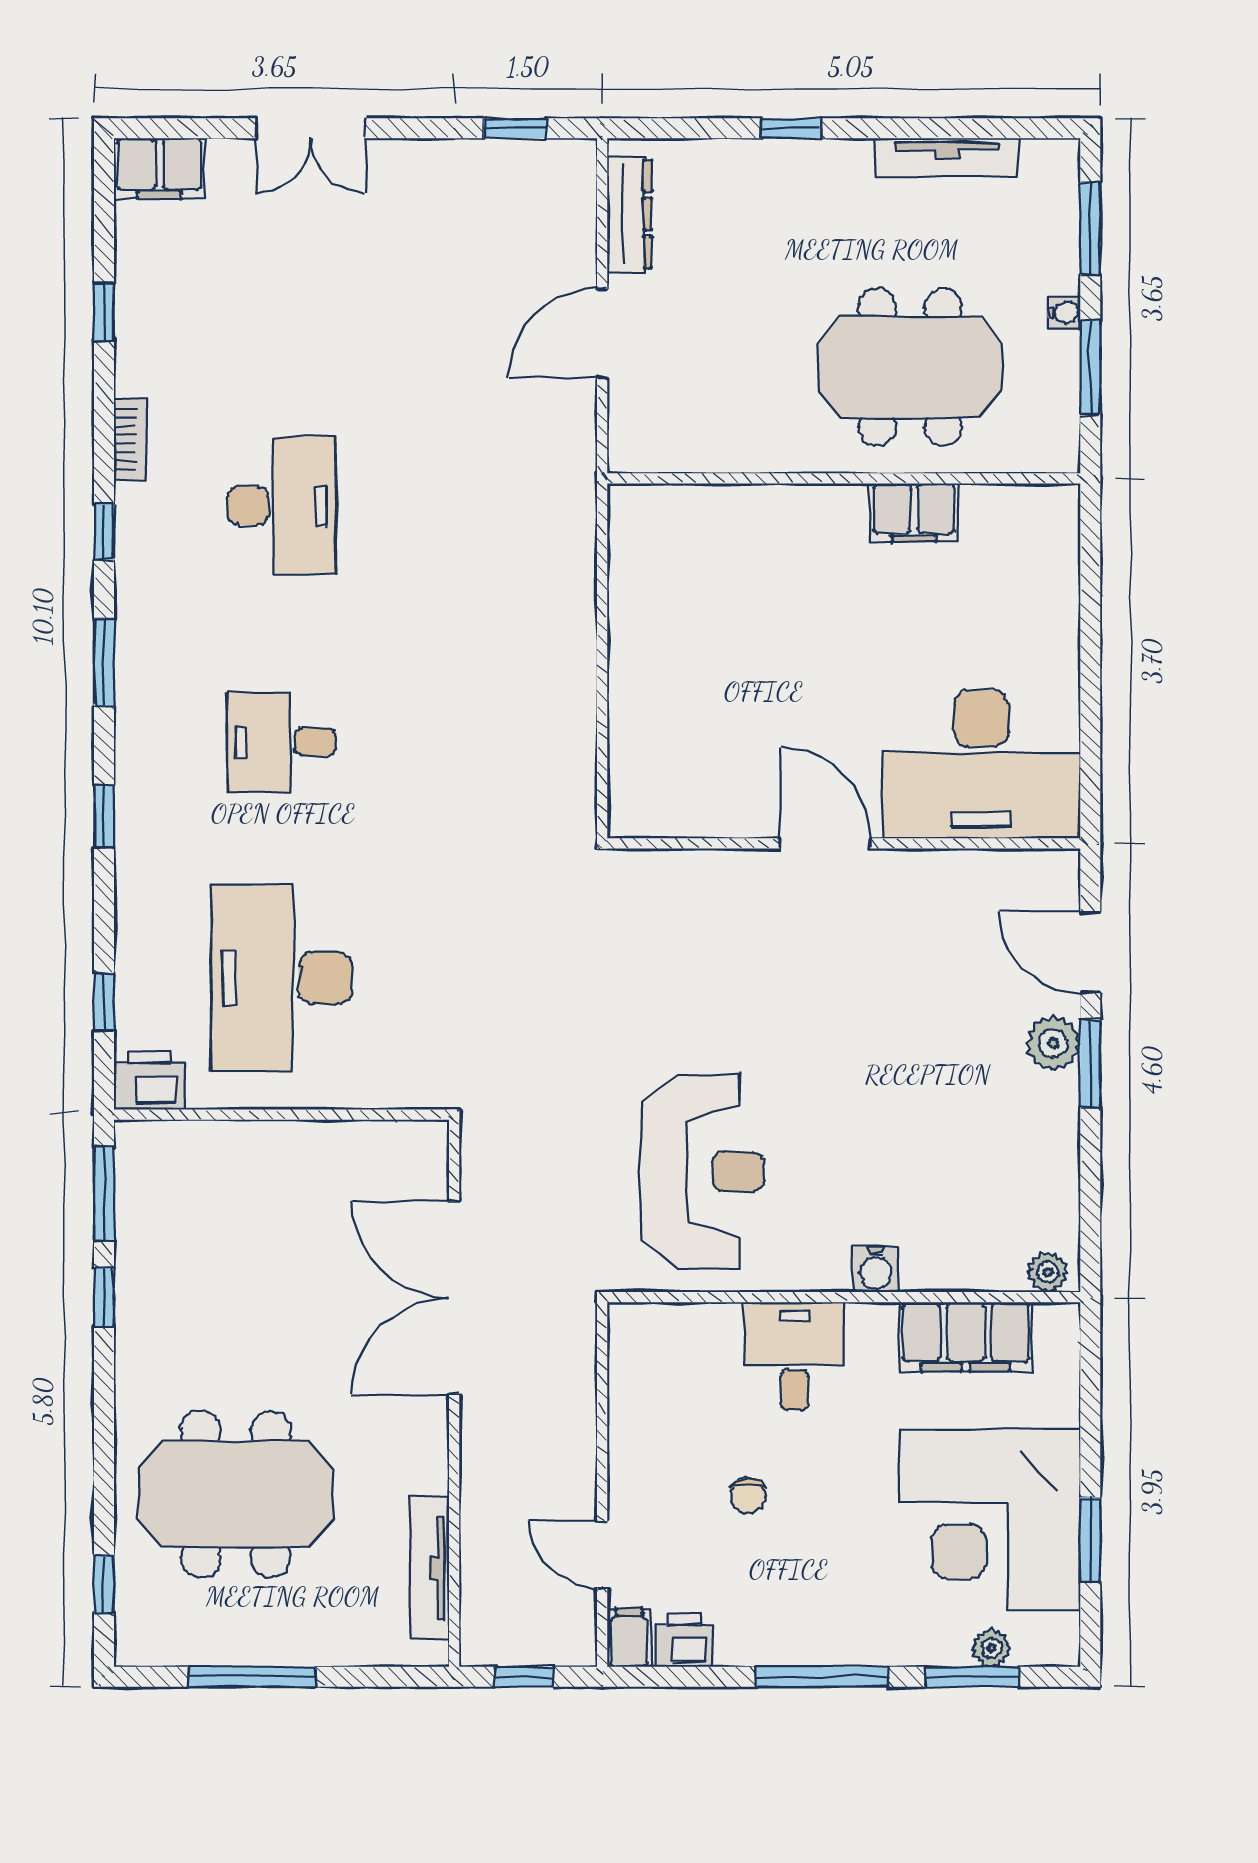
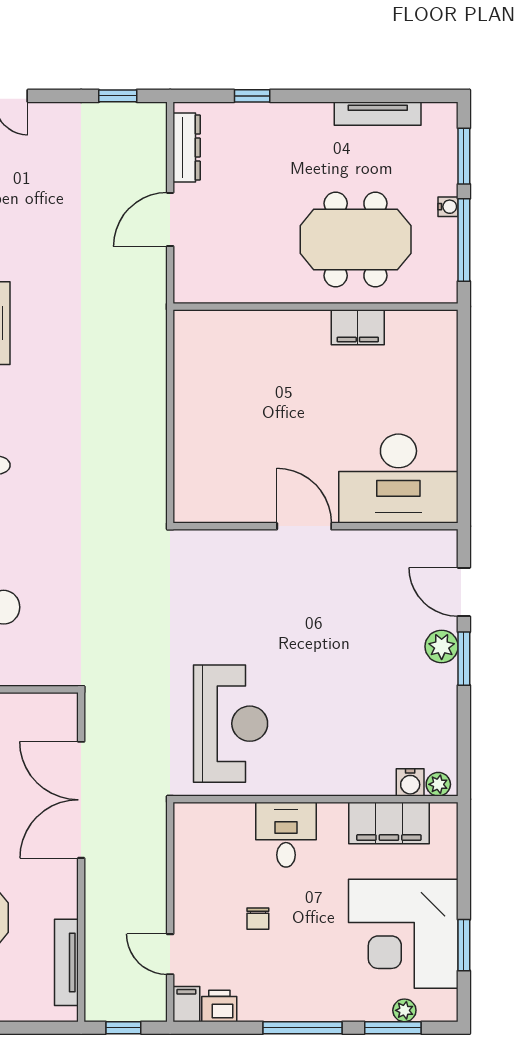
window: (791, 128) -> (252, 96), moved
window: (1090, 368) -> (464, 240), width x1.44
water cooler: (876, 1269) -> (410, 782), moved

